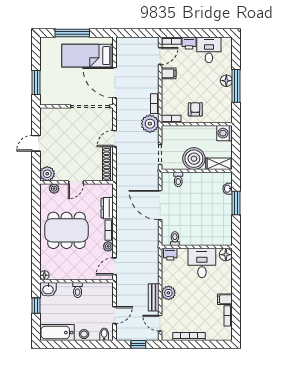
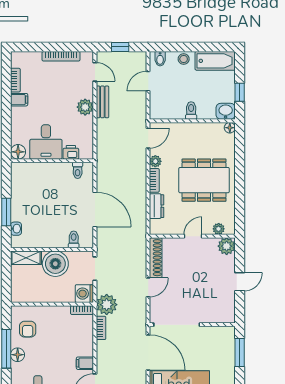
armchair: (195, 109) -> (28, 329), moved
washing machine: (225, 133) -> (84, 294), moved, turned 180
printer: (170, 254) -> (71, 152), moved

